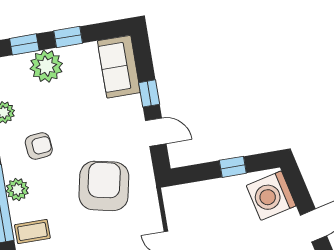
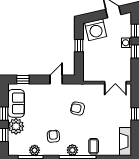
sofa: (119, 67) -> (16, 103), moved, turned -90
window: (149, 93) -> (23, 80), moved
armchair: (104, 186) -> (78, 109), width x0.53, depth x0.53

